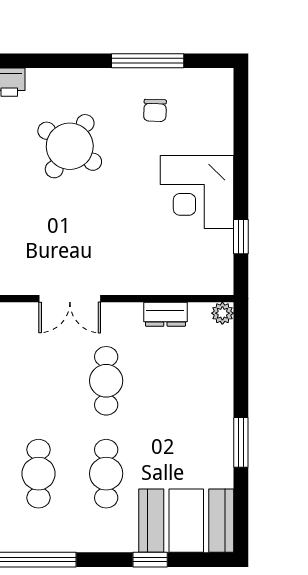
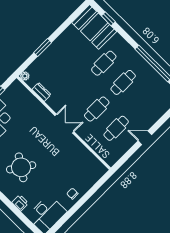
cafe table: (106, 381) -> (97, 109), moved
window: (241, 442) -> (43, 48), moved
window: (150, 560) -> (108, 19), moved

